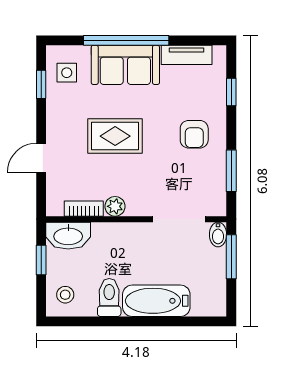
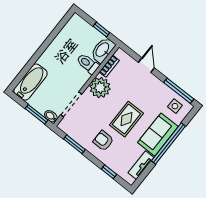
window: (41, 84) -> (179, 91), width x2.17
rug: (115, 136) -> (126, 119), moved
plant: (115, 206) -> (100, 88), width x1.88, depth x1.88
stool: (65, 295) -> (78, 28), removed
toilet: (109, 297) -> (88, 64), moved, turned 180
bathtub: (156, 301) -> (31, 82), moved

